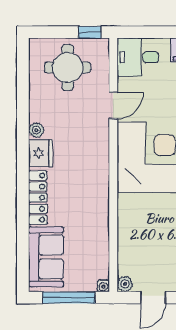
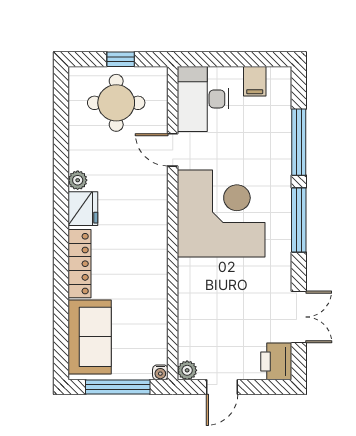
window: (90, 32) -> (121, 59), moved
desk: (138, 57) -> (203, 99), width x1.37
door: (113, 106) -> (173, 150), swing flipped

